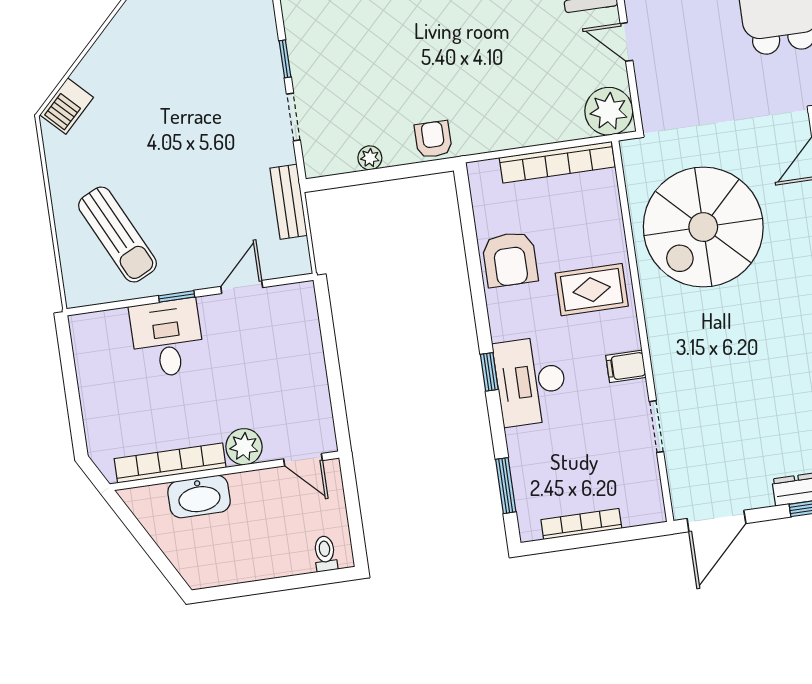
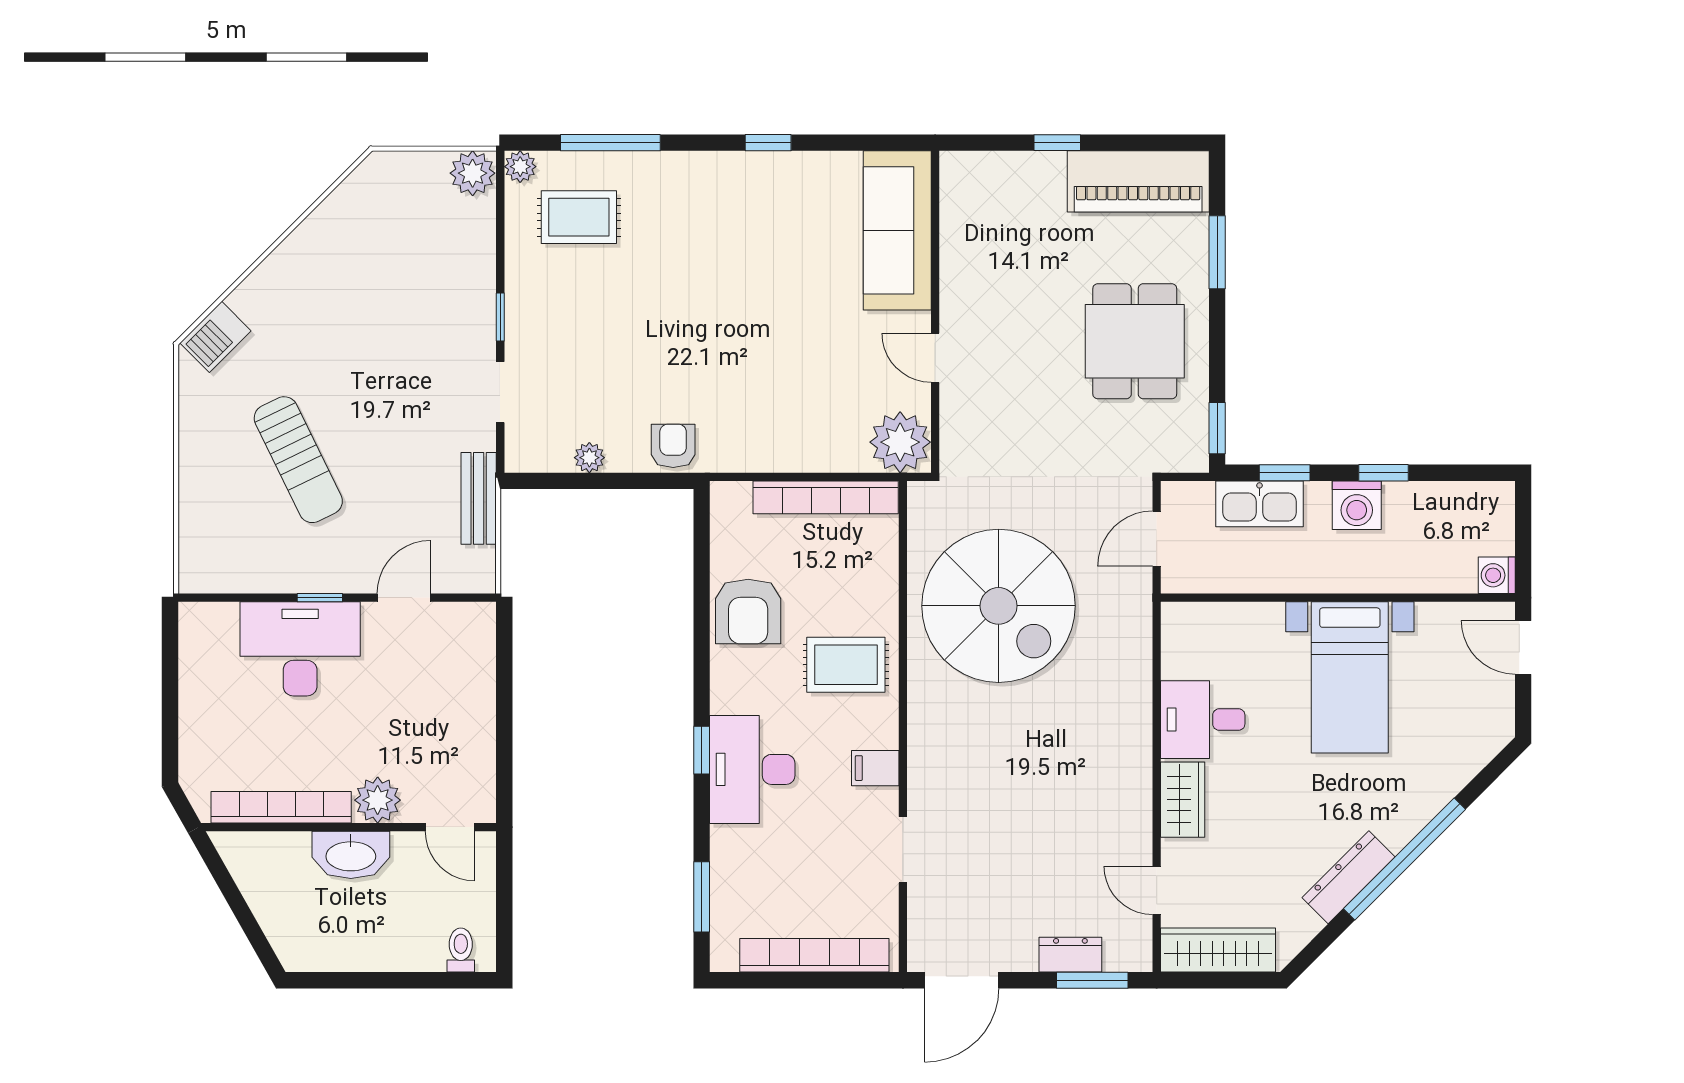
spiral stairs: (703, 227) -> (999, 606), turned -90
sun lounger: (117, 235) -> (298, 460), moved
desk: (167, 338) -> (300, 649), width x1.37
washbasin: (199, 497) -> (351, 855), moved
bookcase: (581, 524) -> (814, 955), width x1.48, depth x1.31

